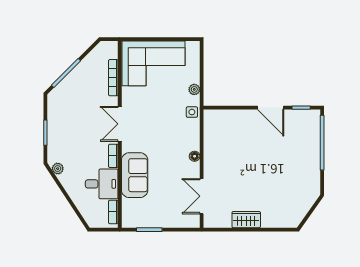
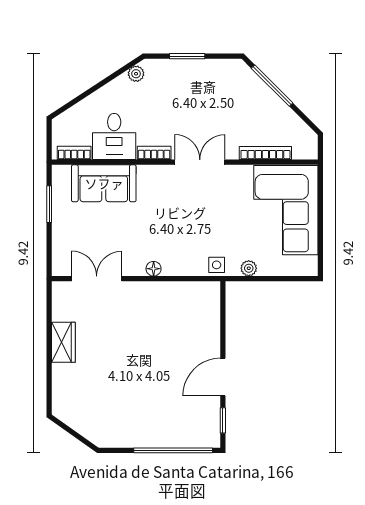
sofa: (135, 175) -> (104, 183), moved

